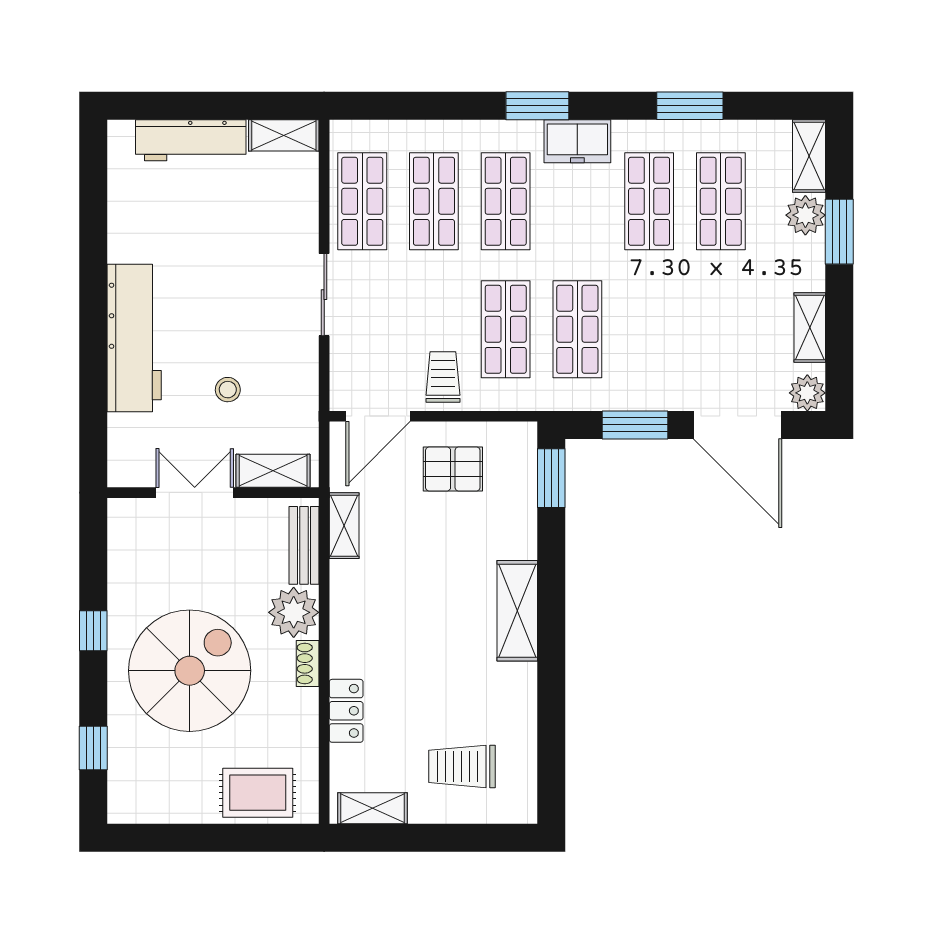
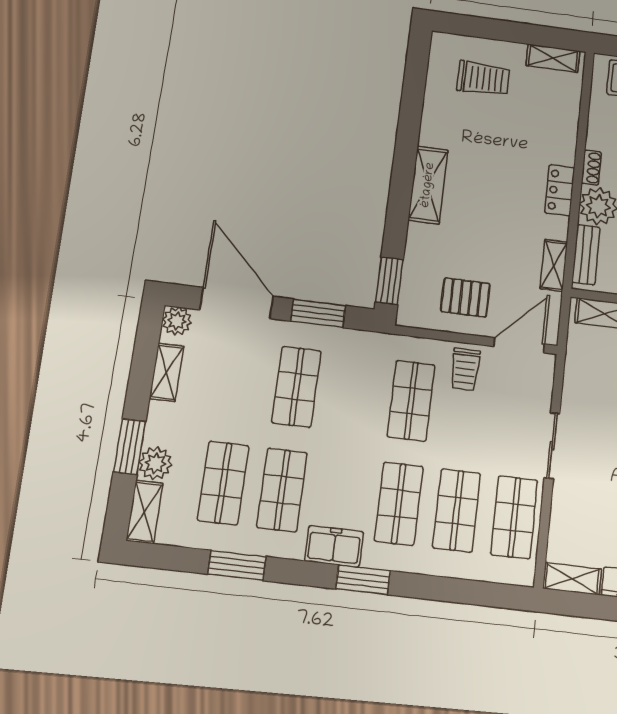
shop shelf: (577, 329) -> (296, 387), moved
locker: (346, 711) -> (560, 190), moved

